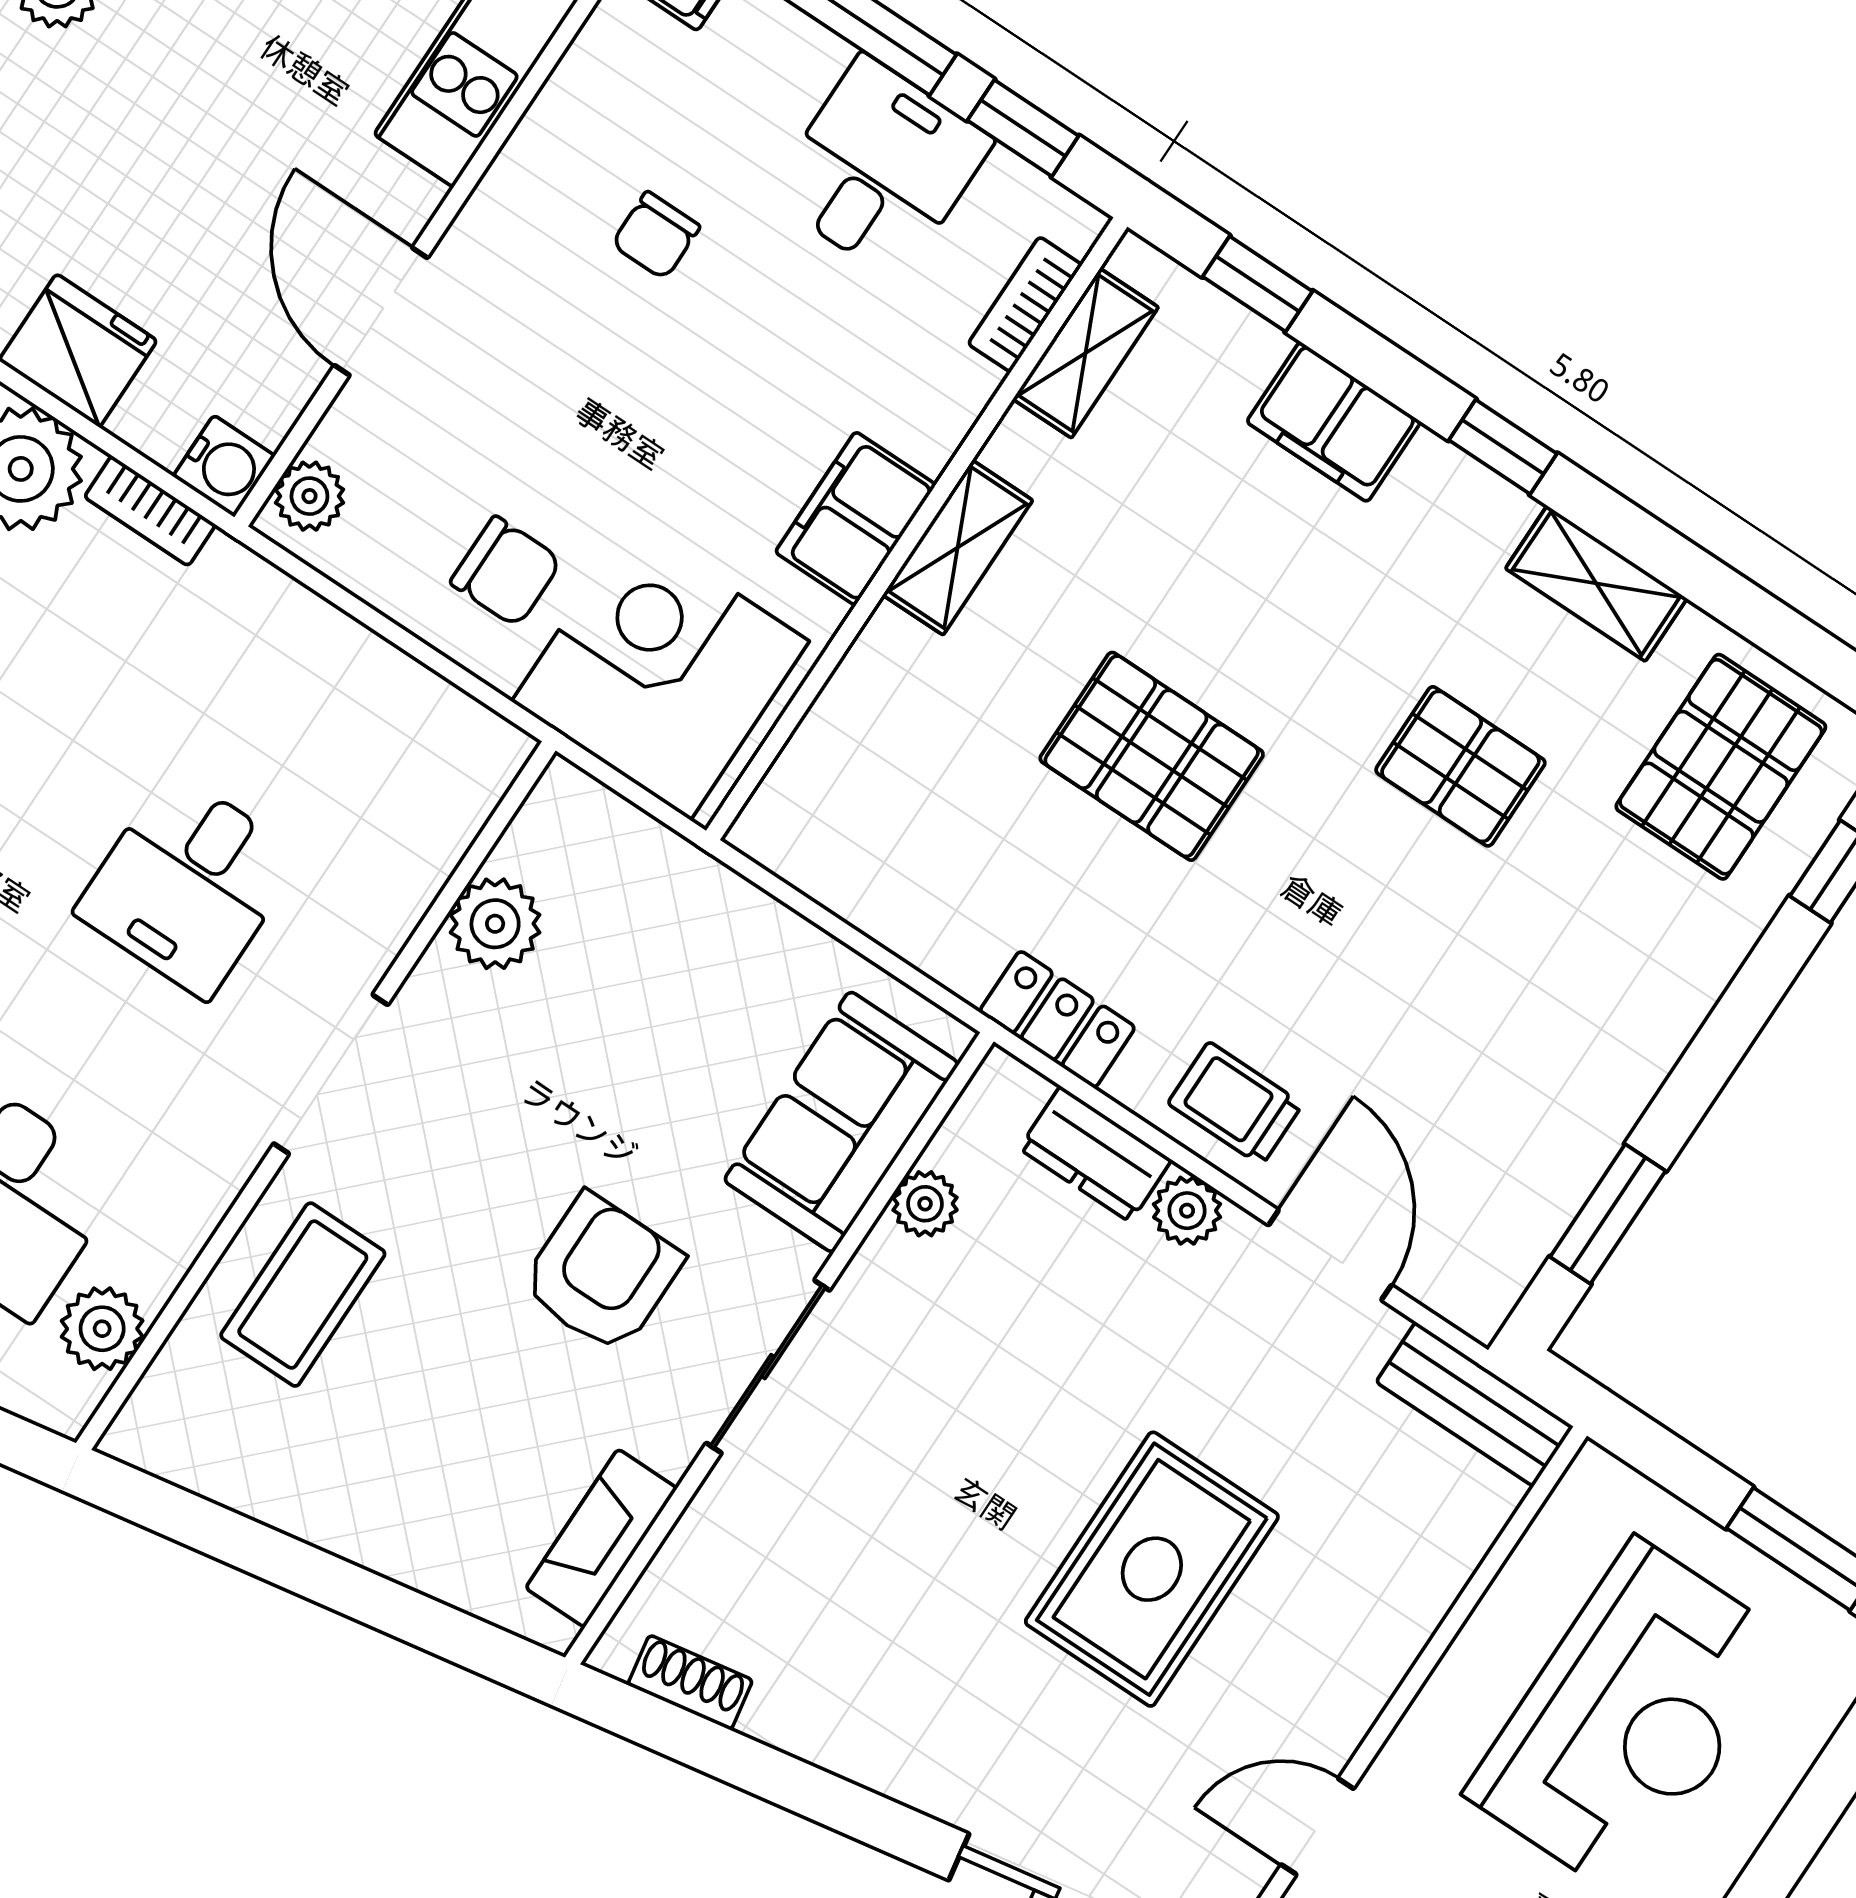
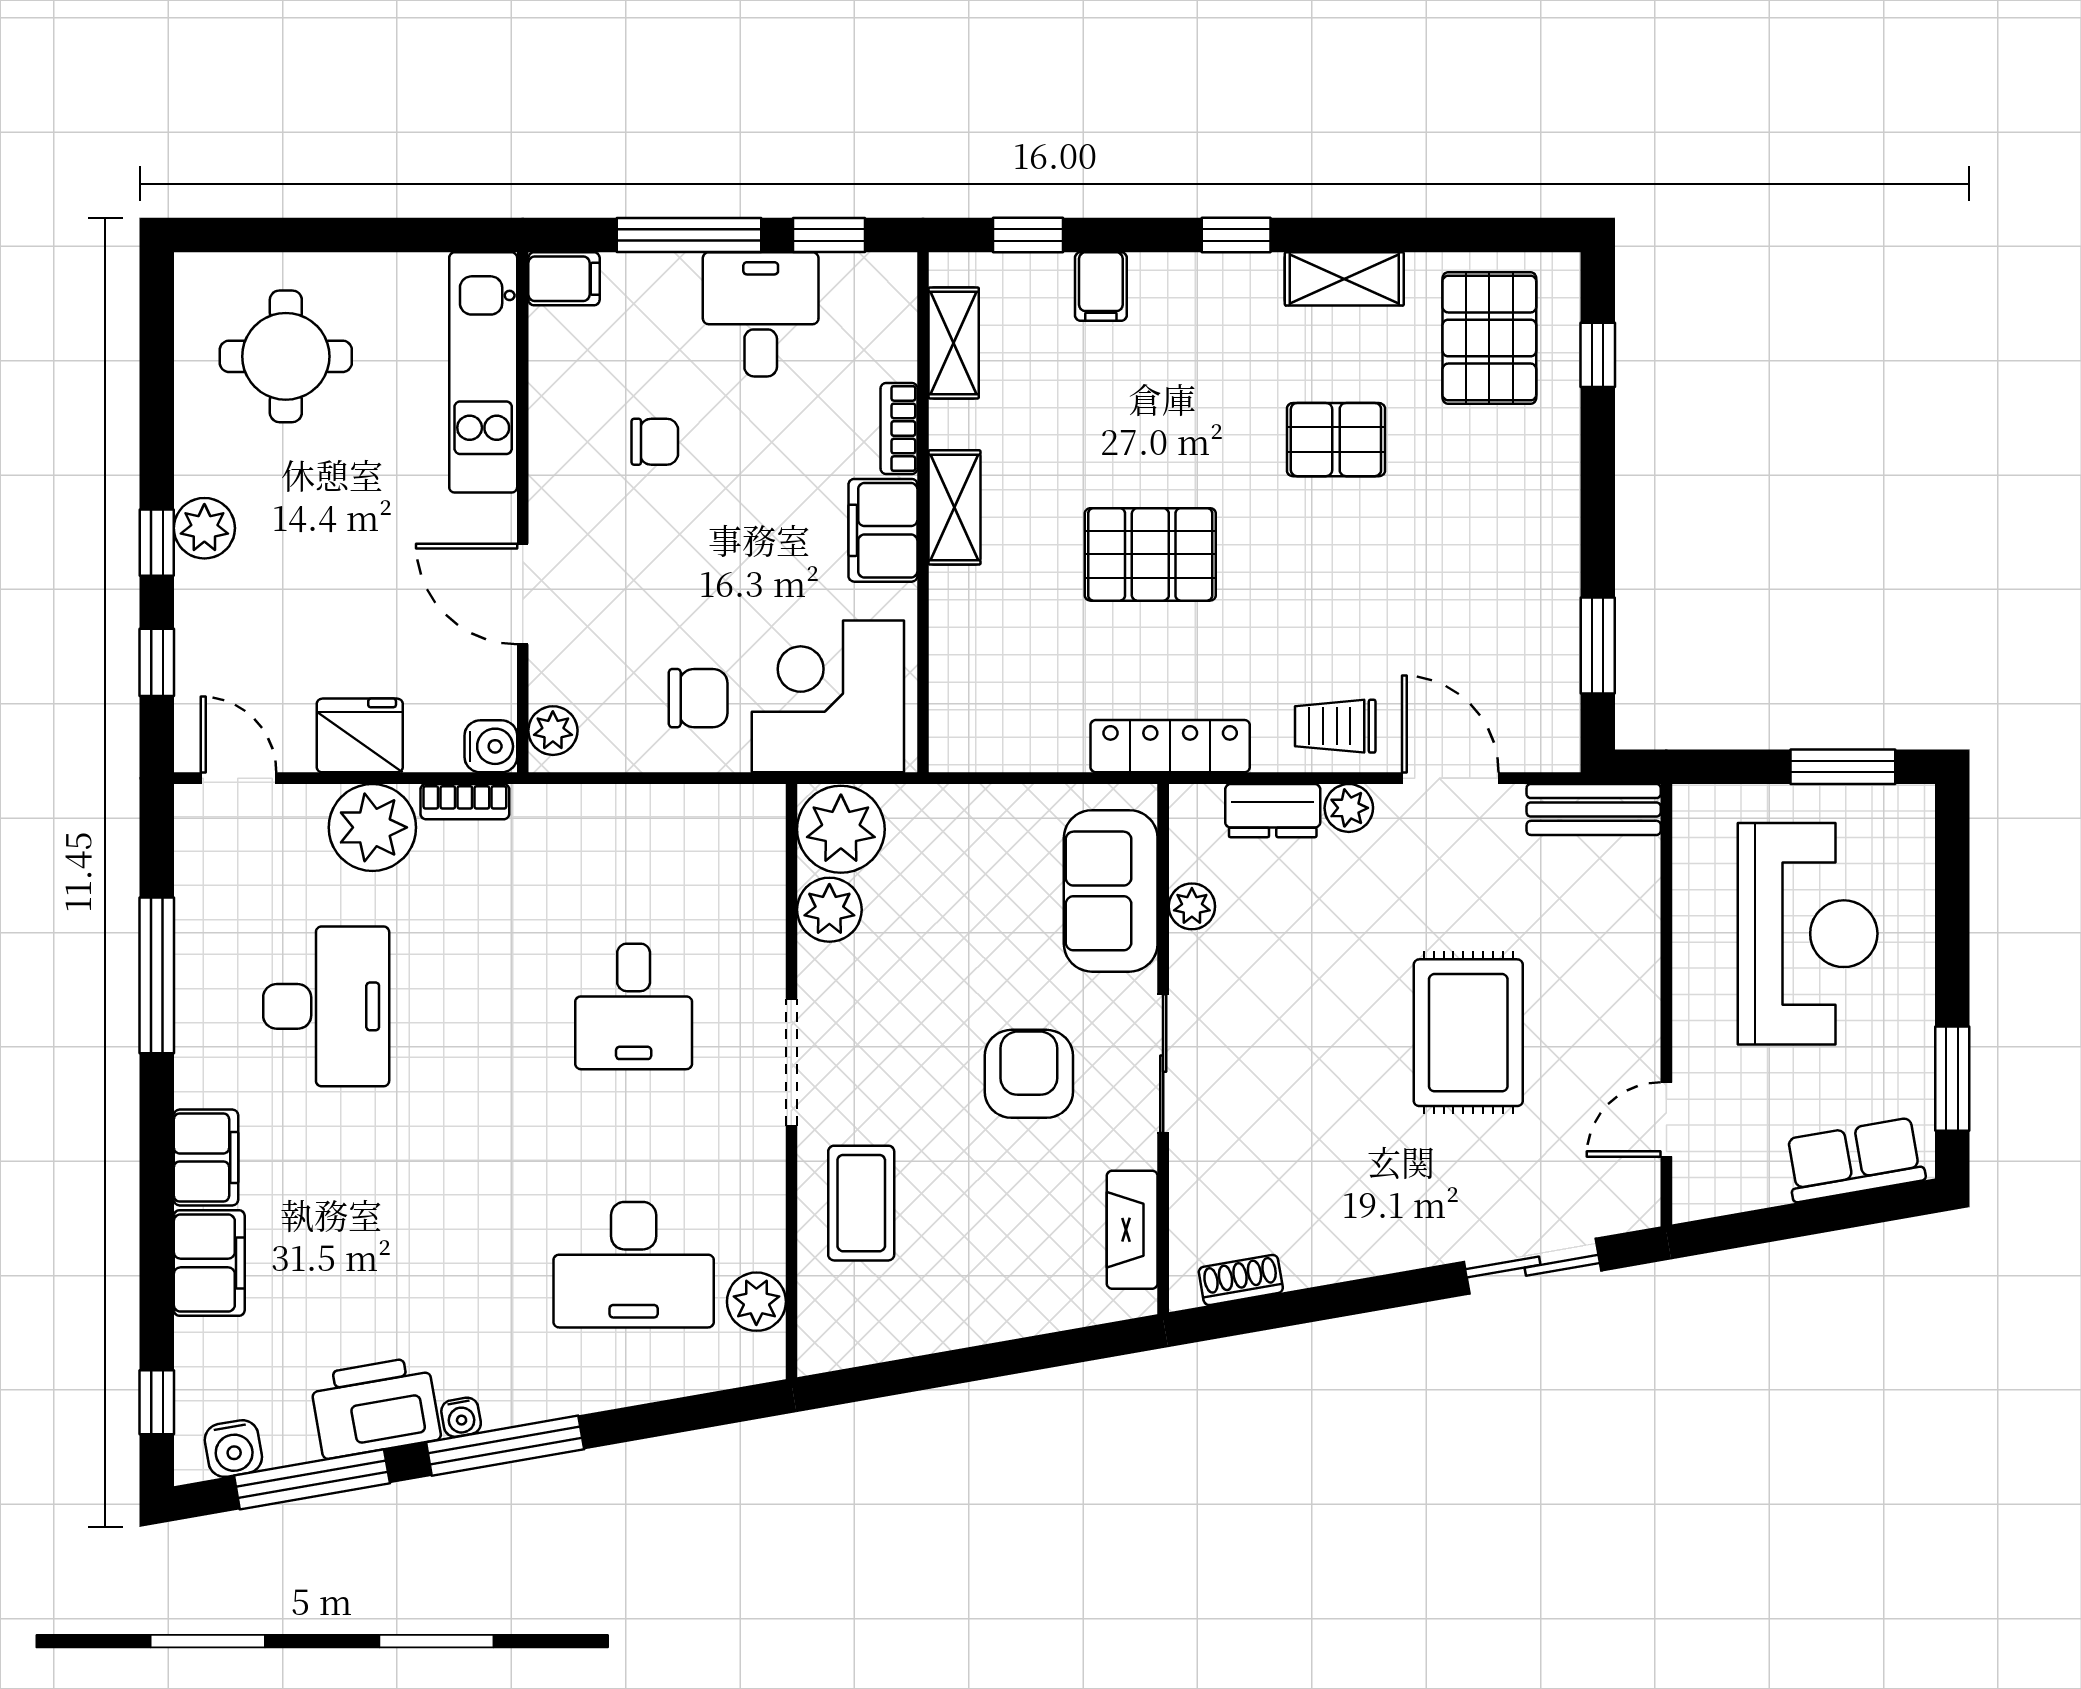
chair: (656, 235) -> (655, 442), turned -90
bookcase: (1025, 304) -> (899, 429), moved
filing cabinet: (1334, 422) -> (1101, 287), width x0.50
plant: (572, 838) -> (841, 829), added
locker: (1057, 1019) -> (1170, 746), width x1.53

